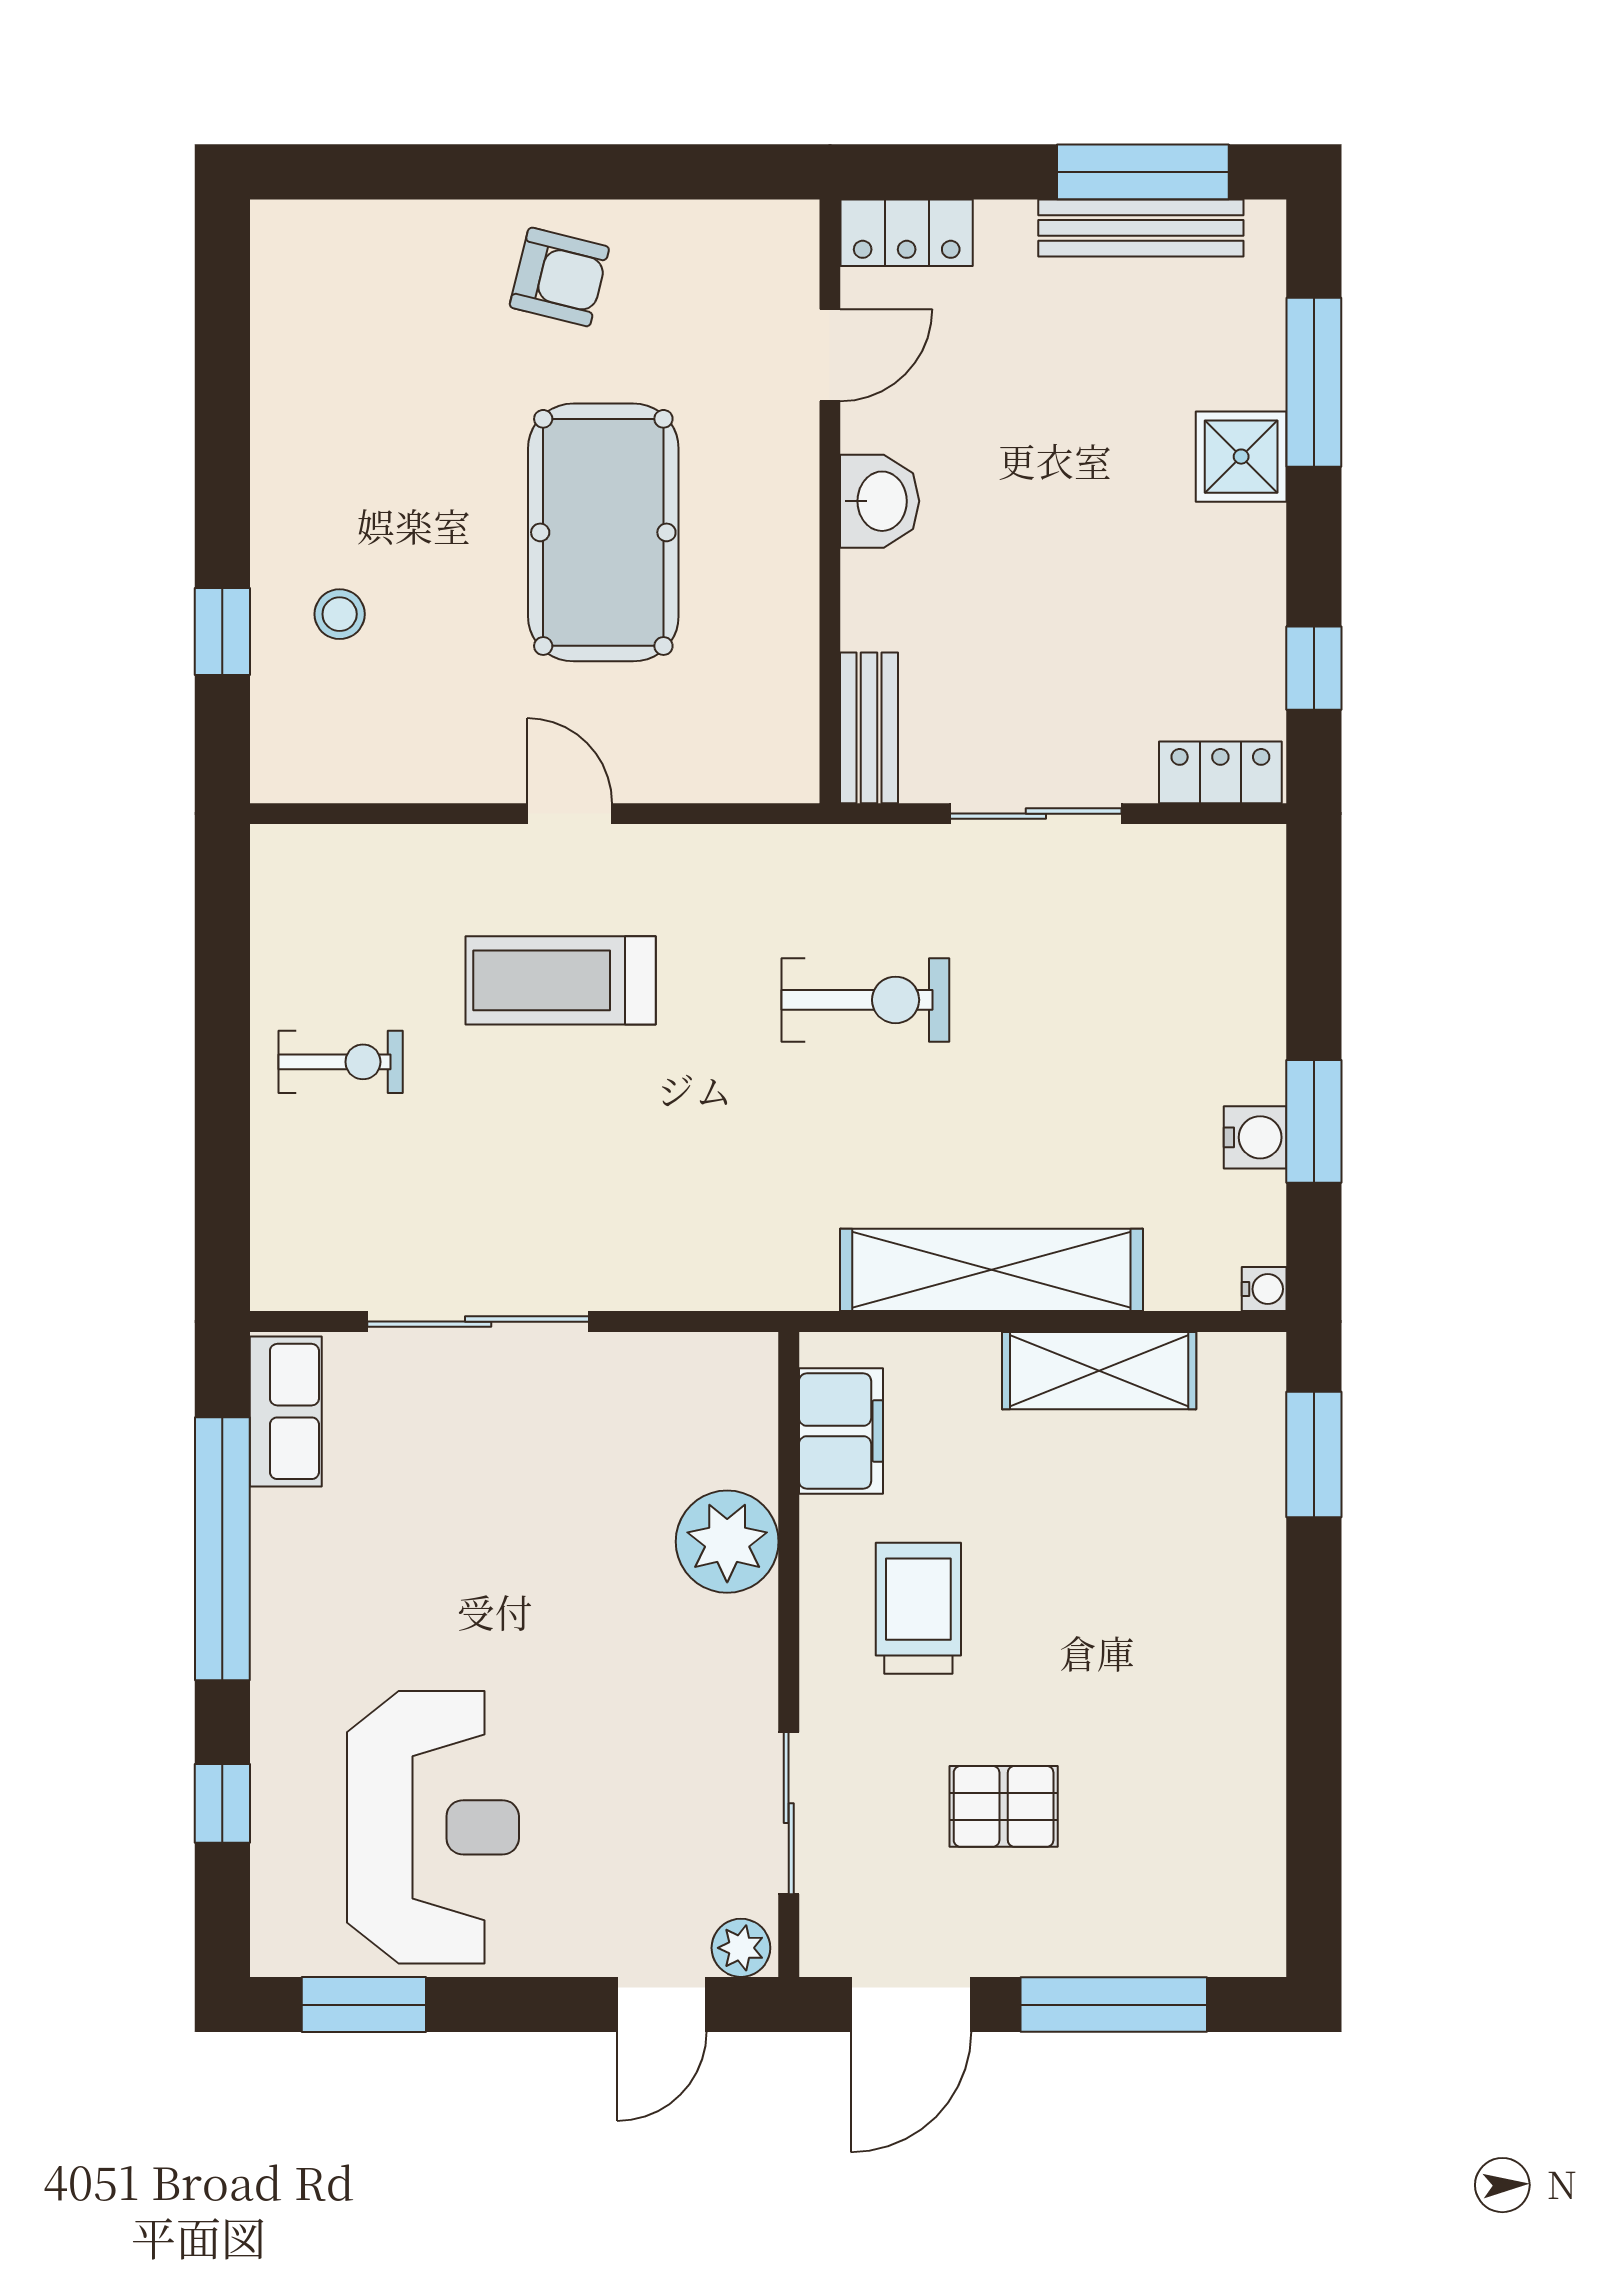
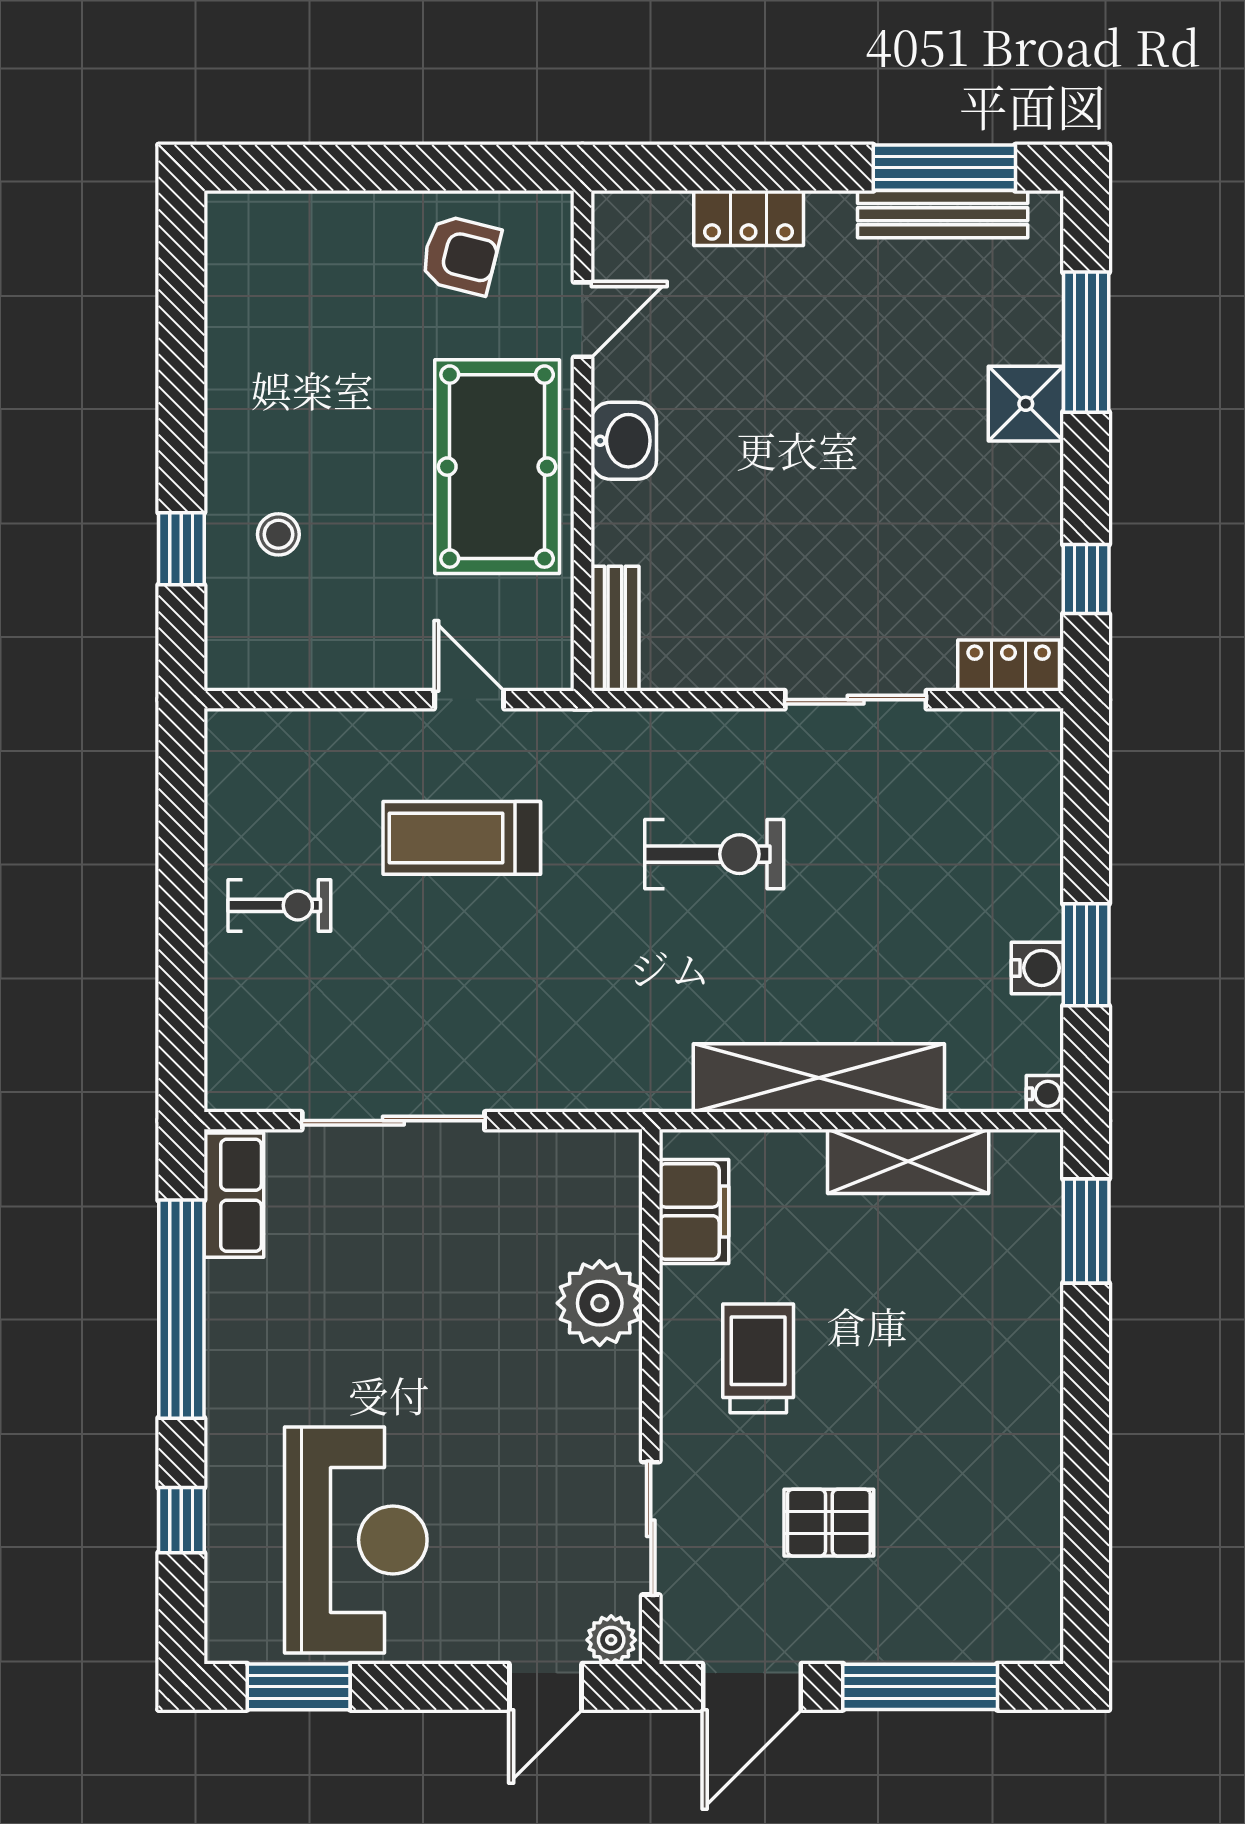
door: (830, 355) -> (582, 320), moved
wall: (830, 501) -> (582, 441), moved
washbasin: (880, 501) -> (624, 441), moved
bench: (869, 728) -> (615, 629), moved

